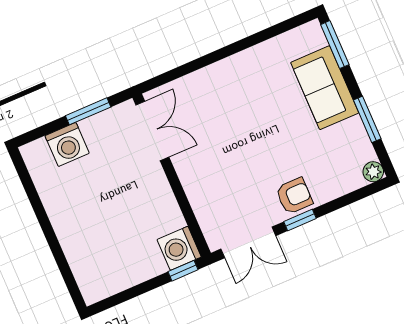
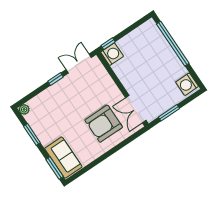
sofa: (325, 88) -> (63, 158), moved
washing machine: (67, 144) -> (187, 84), moved, turned -90
armchair: (294, 196) -> (104, 124), moved, width x1.88, depth x1.88
window: (55, 247) -> (173, 44), added

